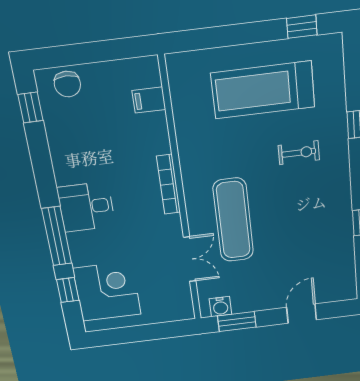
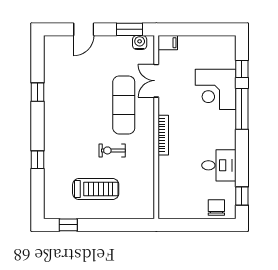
treadmill: (263, 90) -> (96, 189), width x0.73, depth x0.73
filing cabinet: (149, 100) -> (168, 43), moved
exercise bike: (299, 153) -> (112, 150), moved
desk: (86, 207) -> (219, 165), moved
corner desk: (107, 291) -> (216, 89), moved

